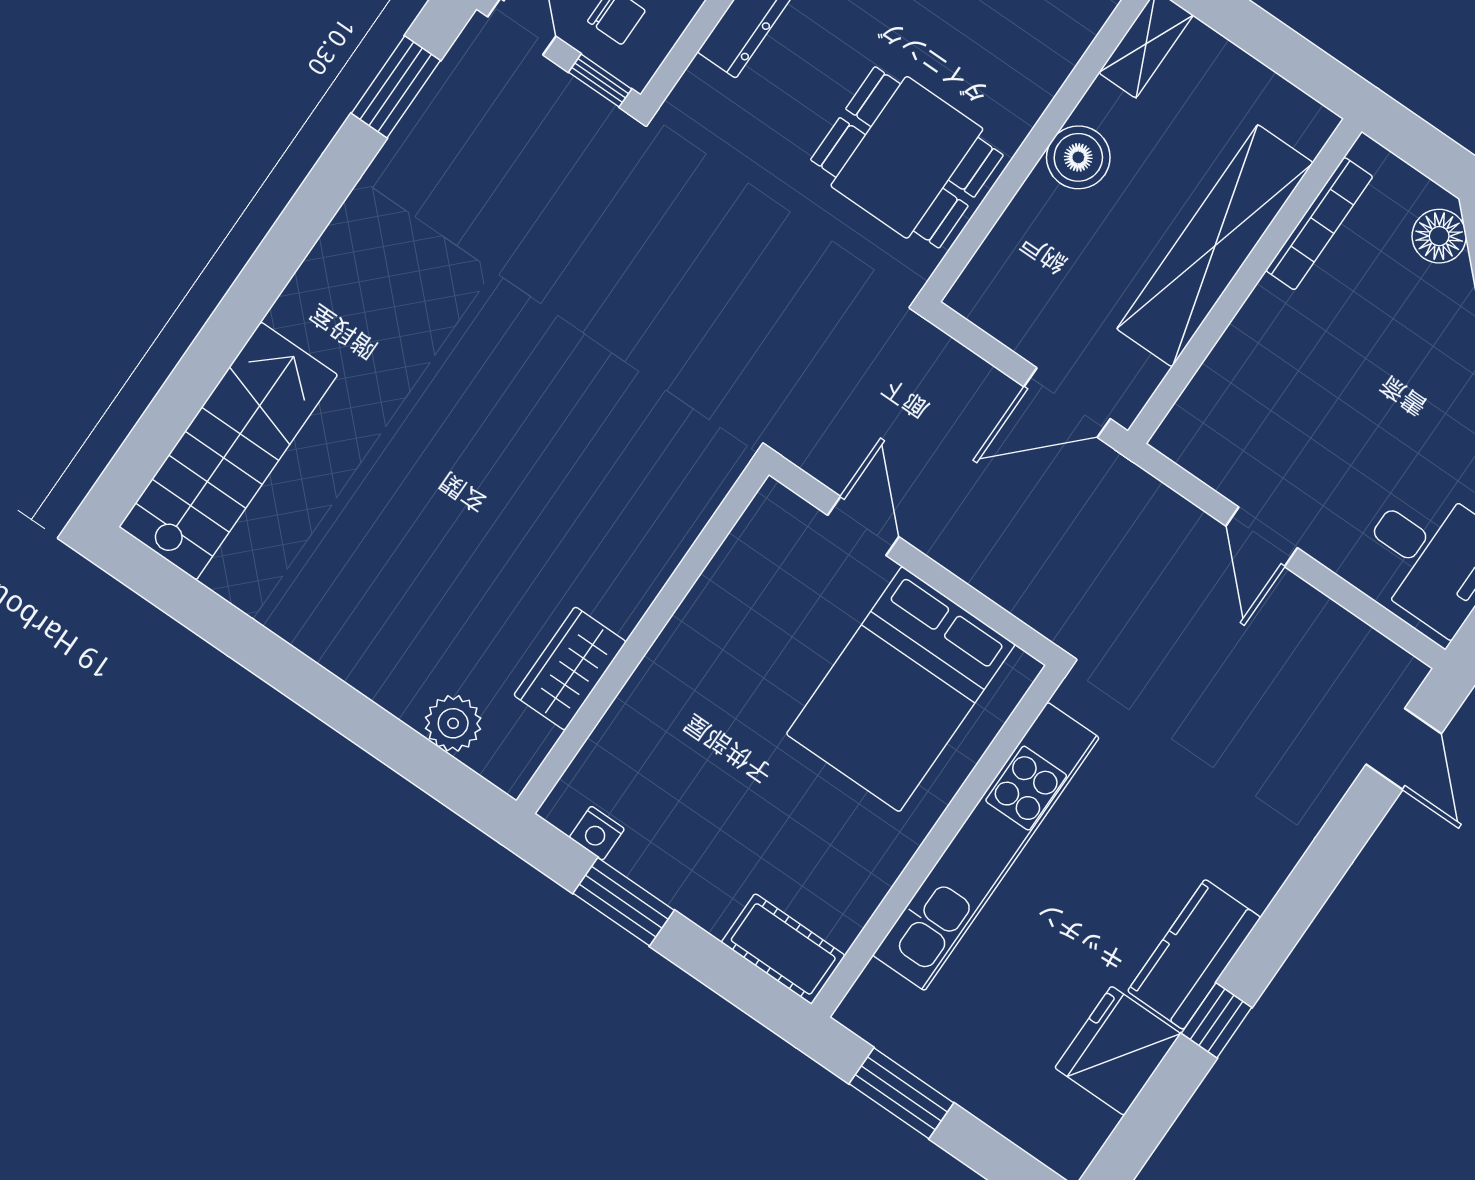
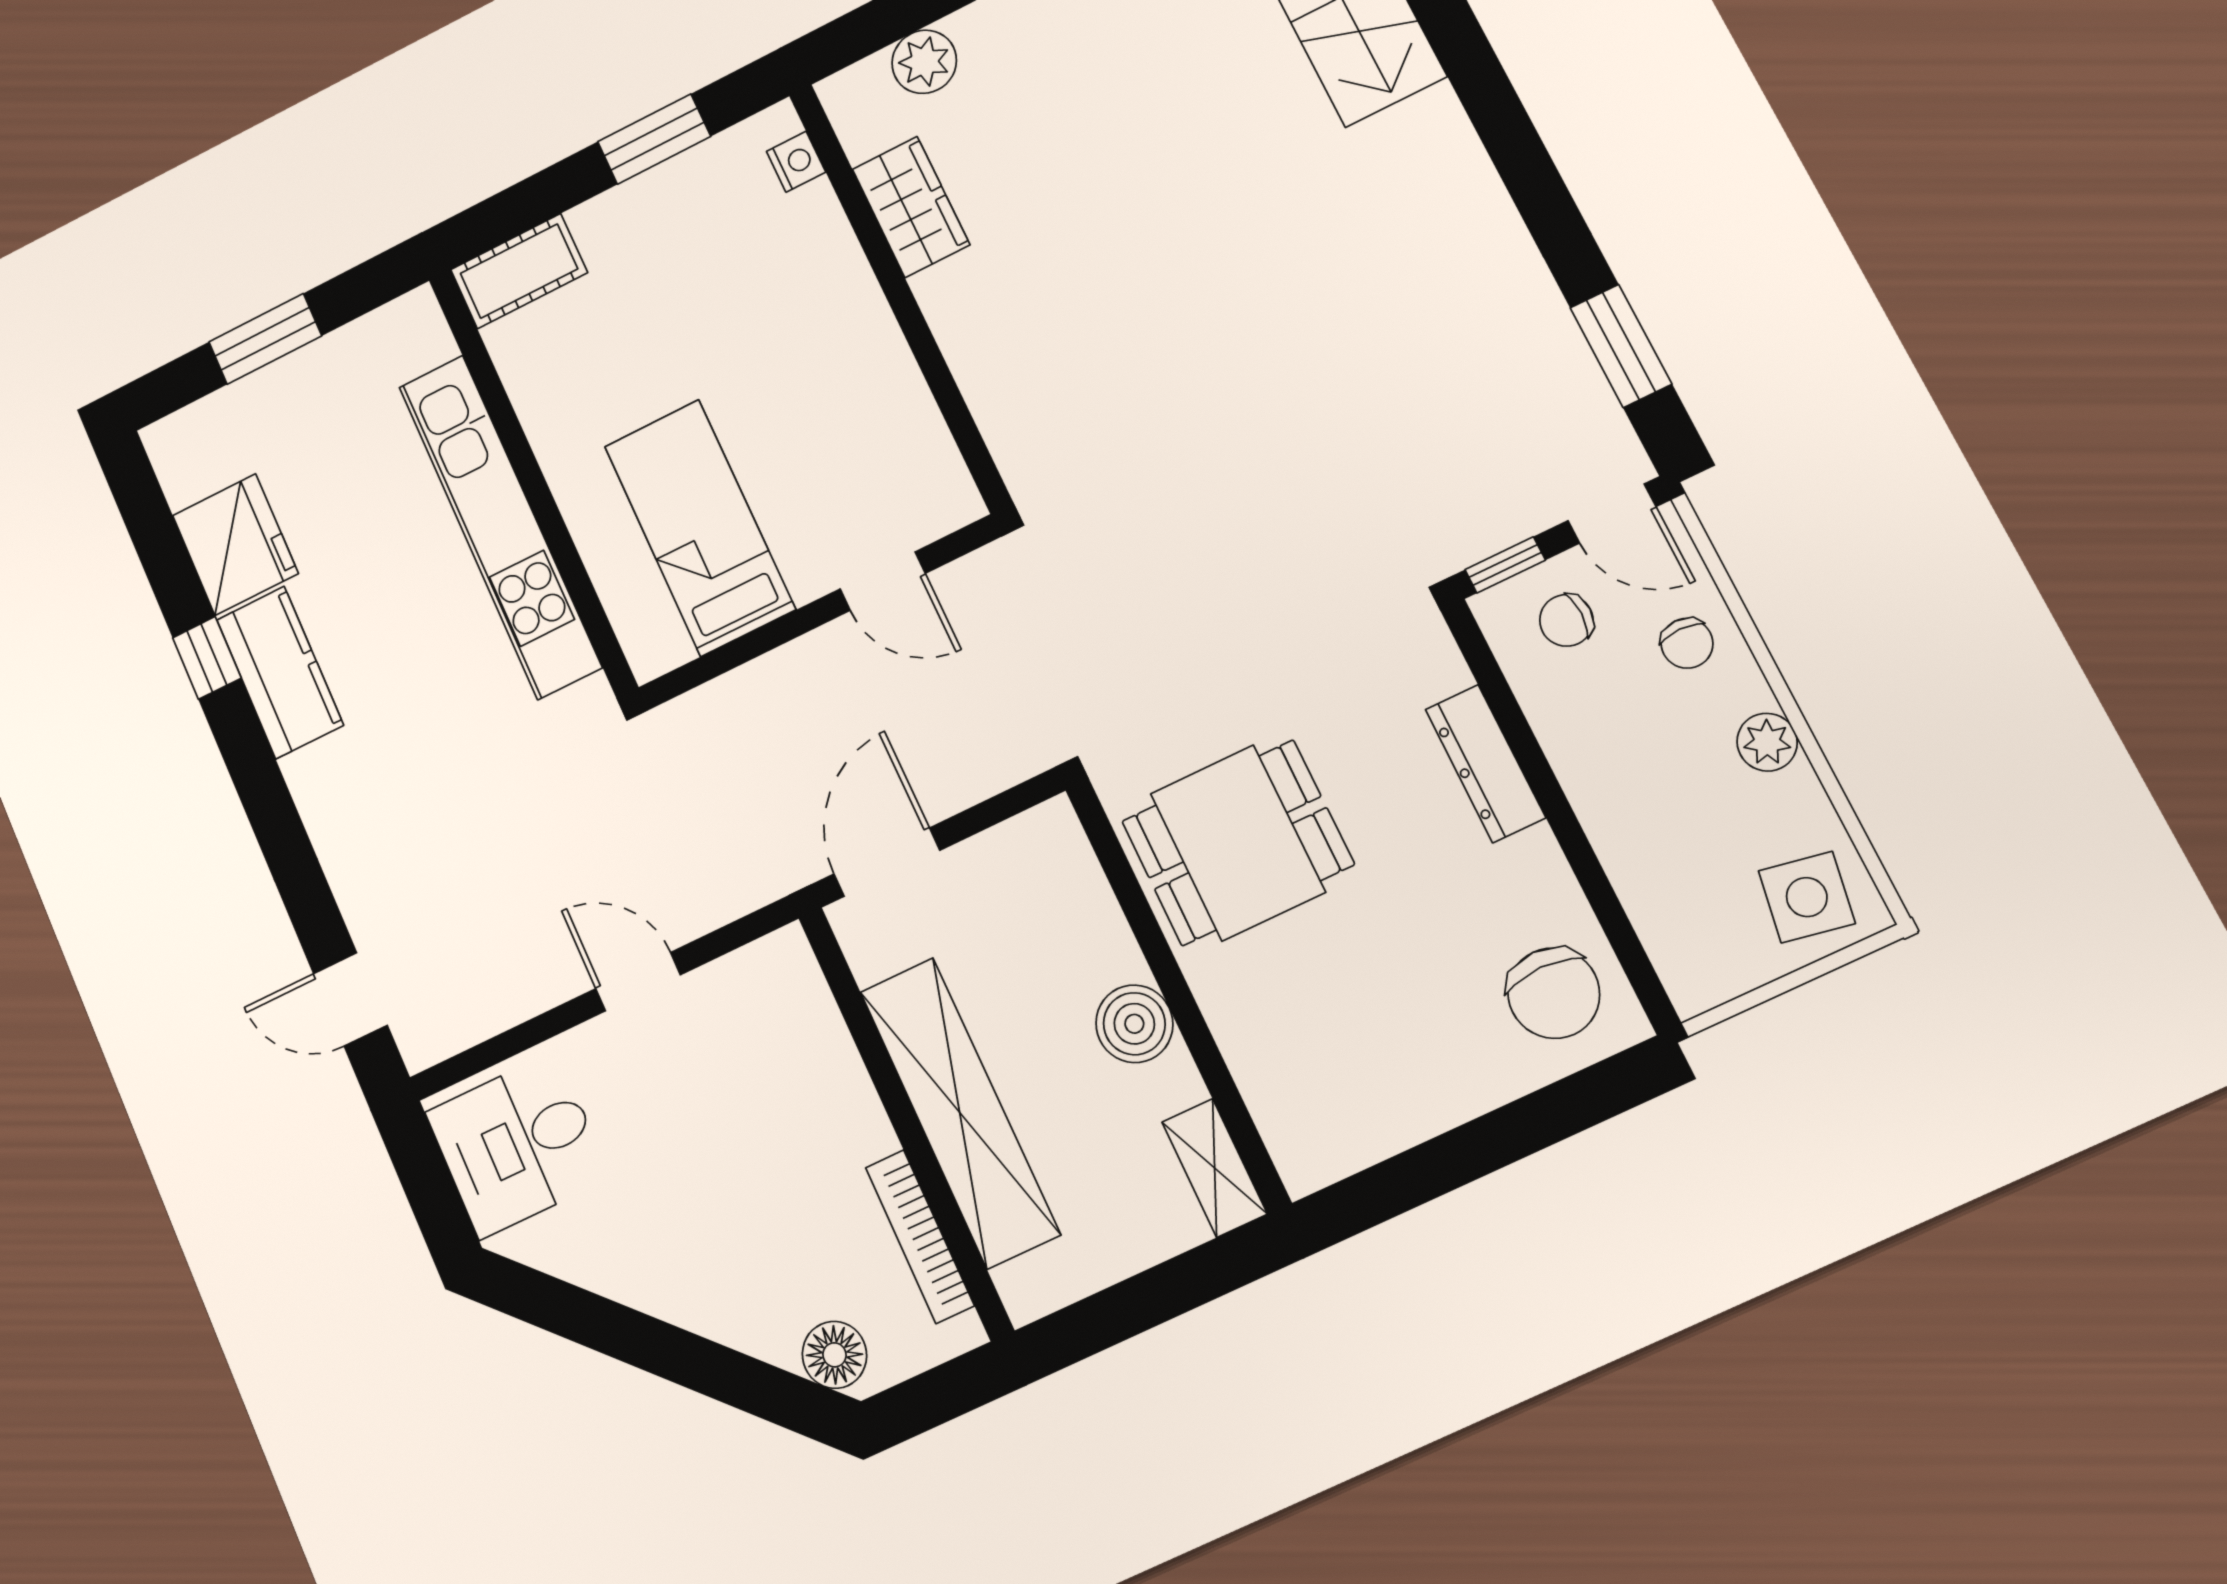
bed: (901, 689) -> (700, 528), width x0.67
nightstand: (597, 833) -> (796, 162), moved, turned 90
window: (901, 1093) -> (265, 339), moved

